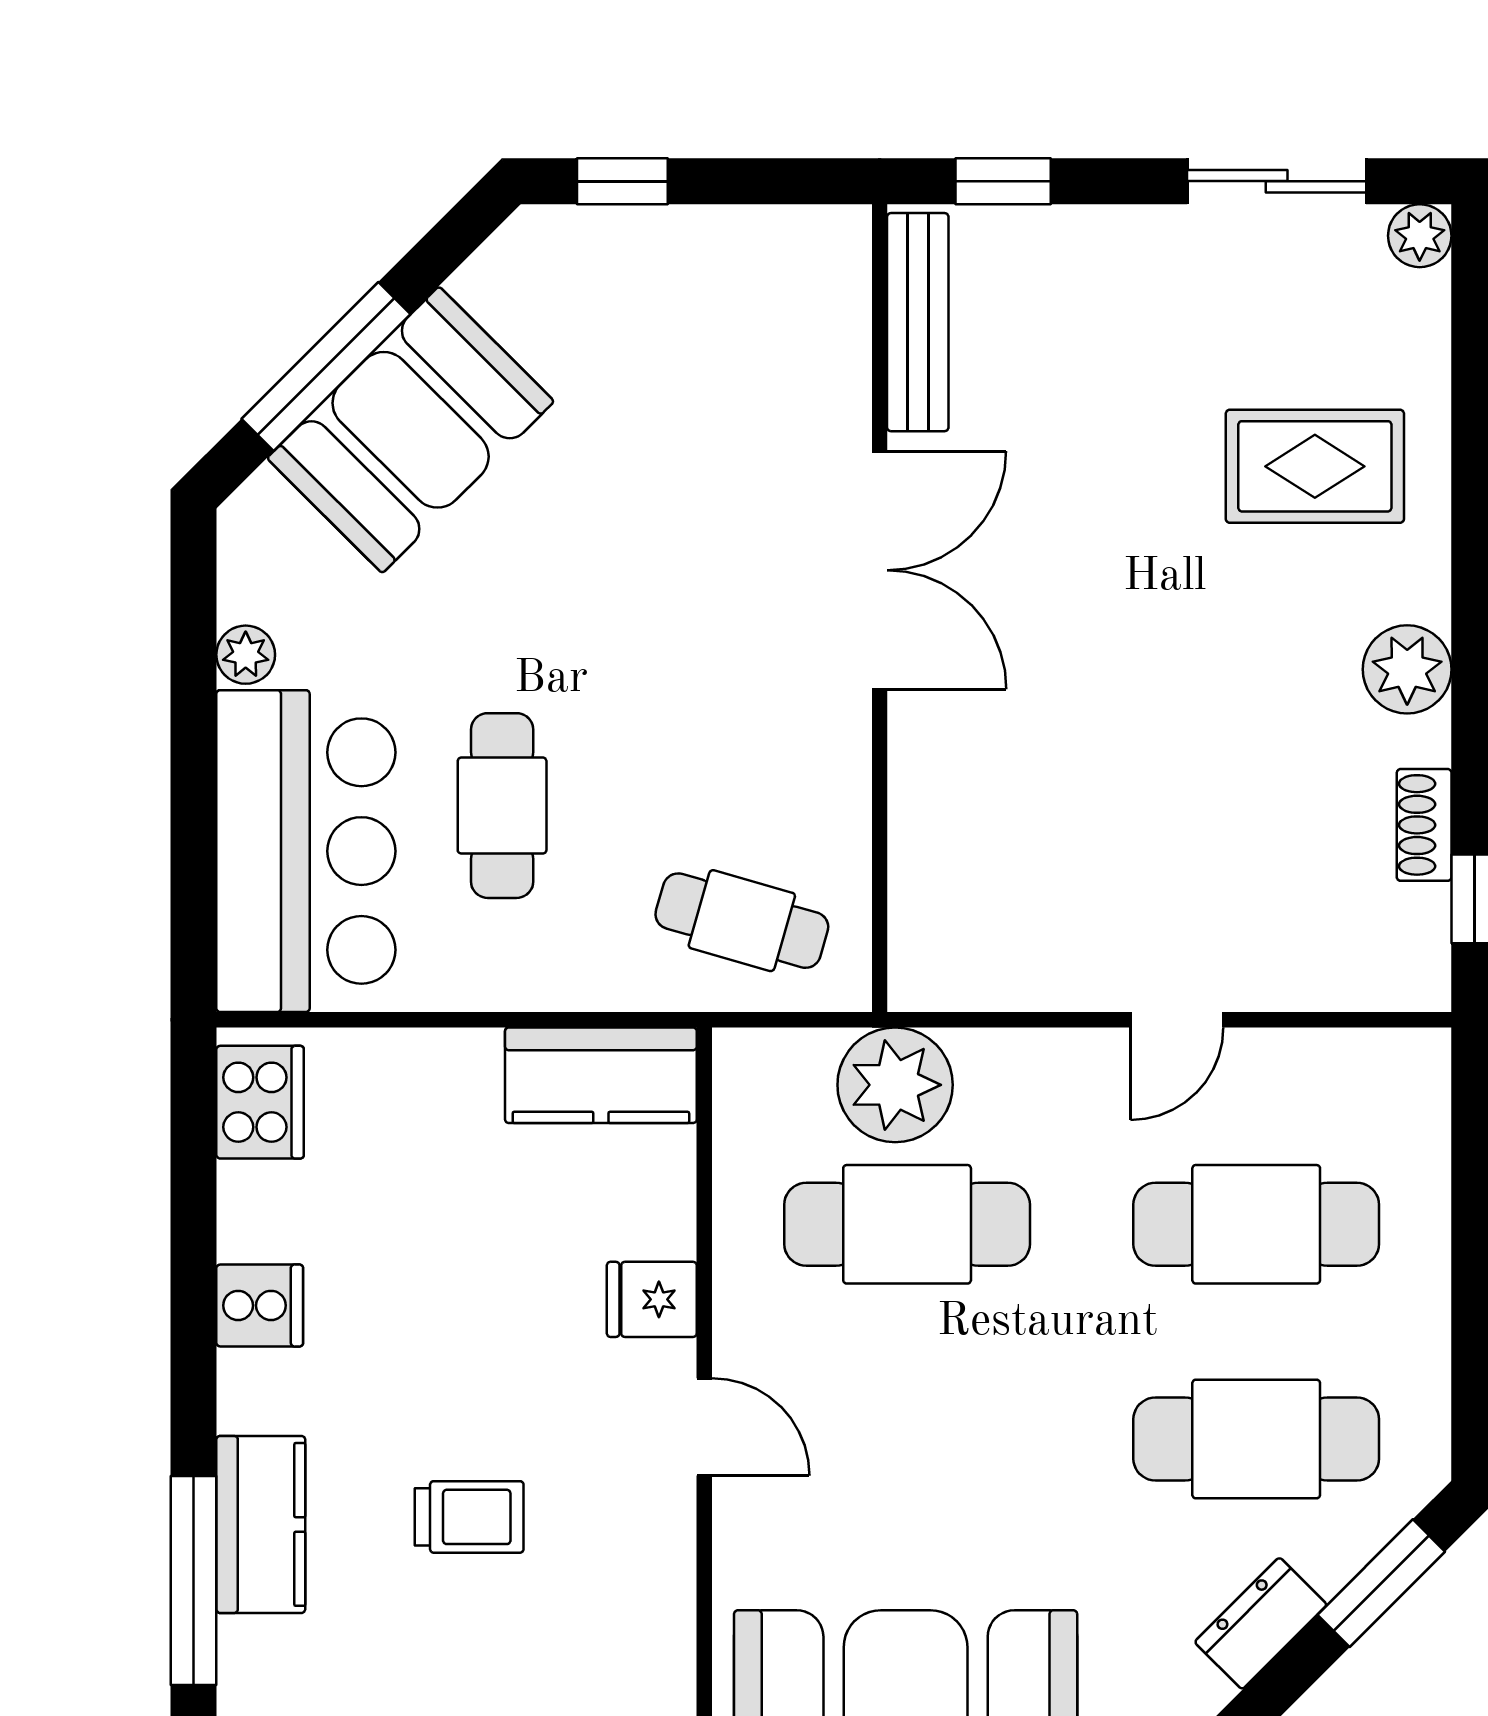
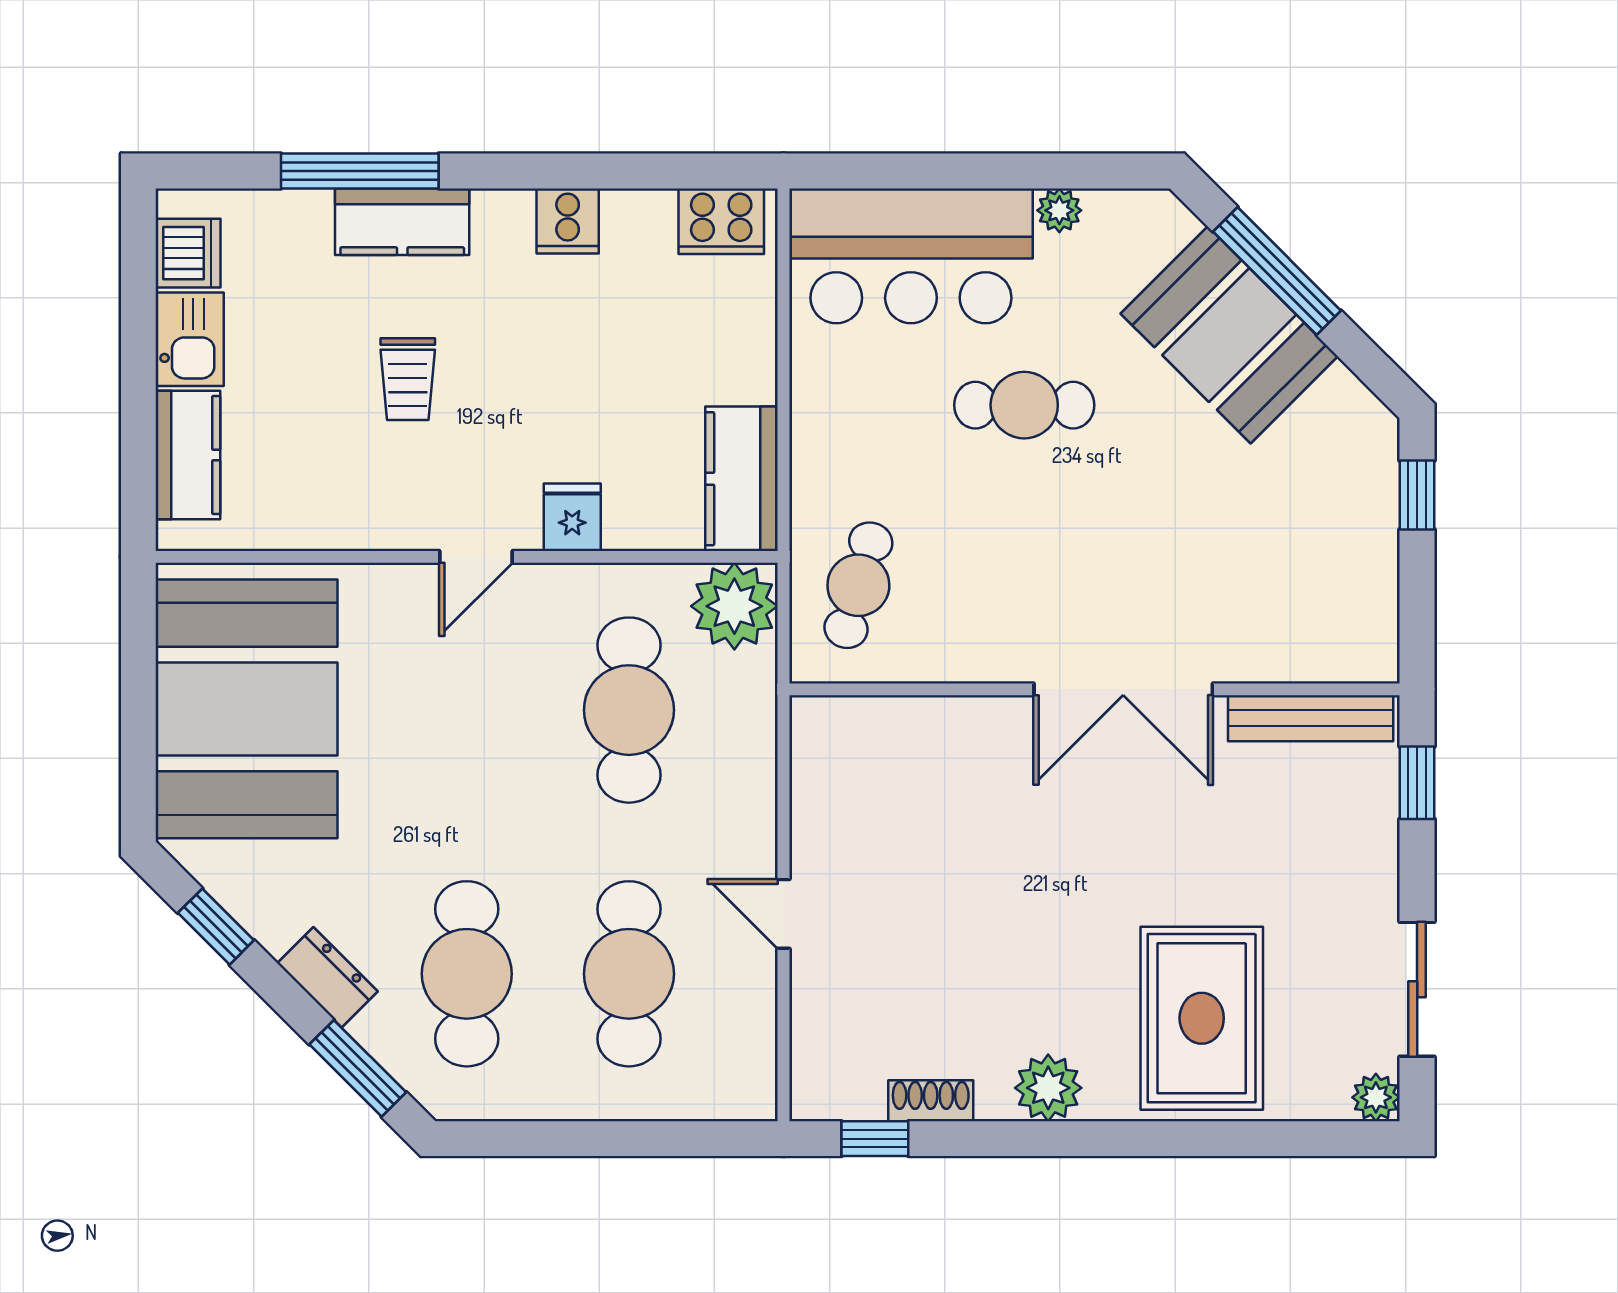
rug: (1315, 466) -> (1202, 1018), width x1.36, depth x1.43
cafe table: (502, 806) -> (1024, 405), moved
plant: (895, 1085) -> (734, 606), moved

